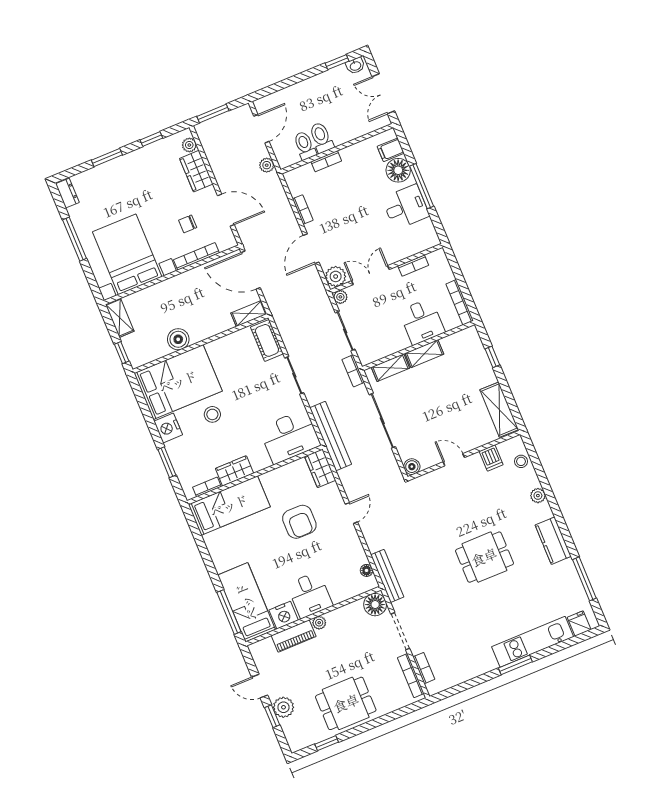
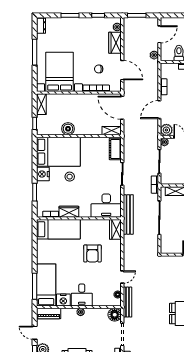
boiler: (412, 467) -> (165, 249), removed
door: (351, 513) -> (122, 277), moved
piano: (294, 636) -> (49, 313), moved

